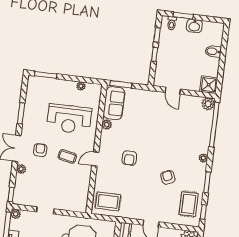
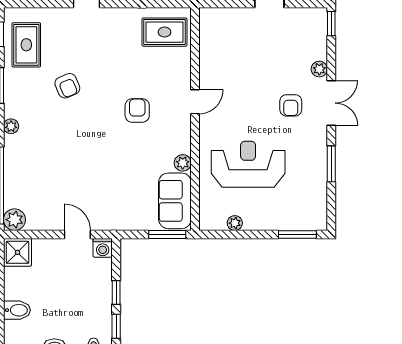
washing machine: (159, 81) -> (103, 248), added
coffee table: (67, 156) -> (243, 100), removed

